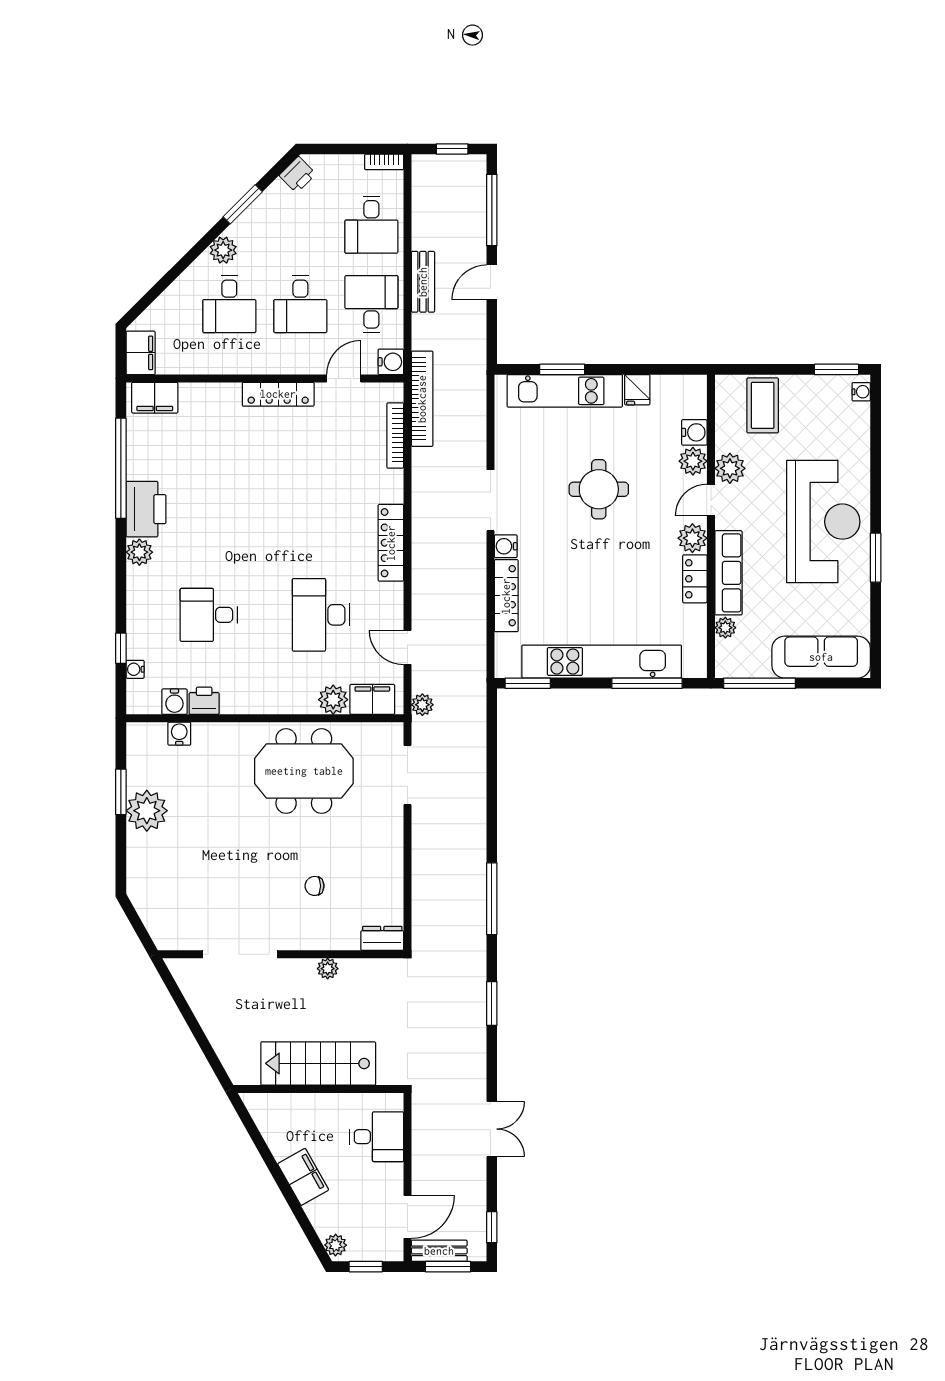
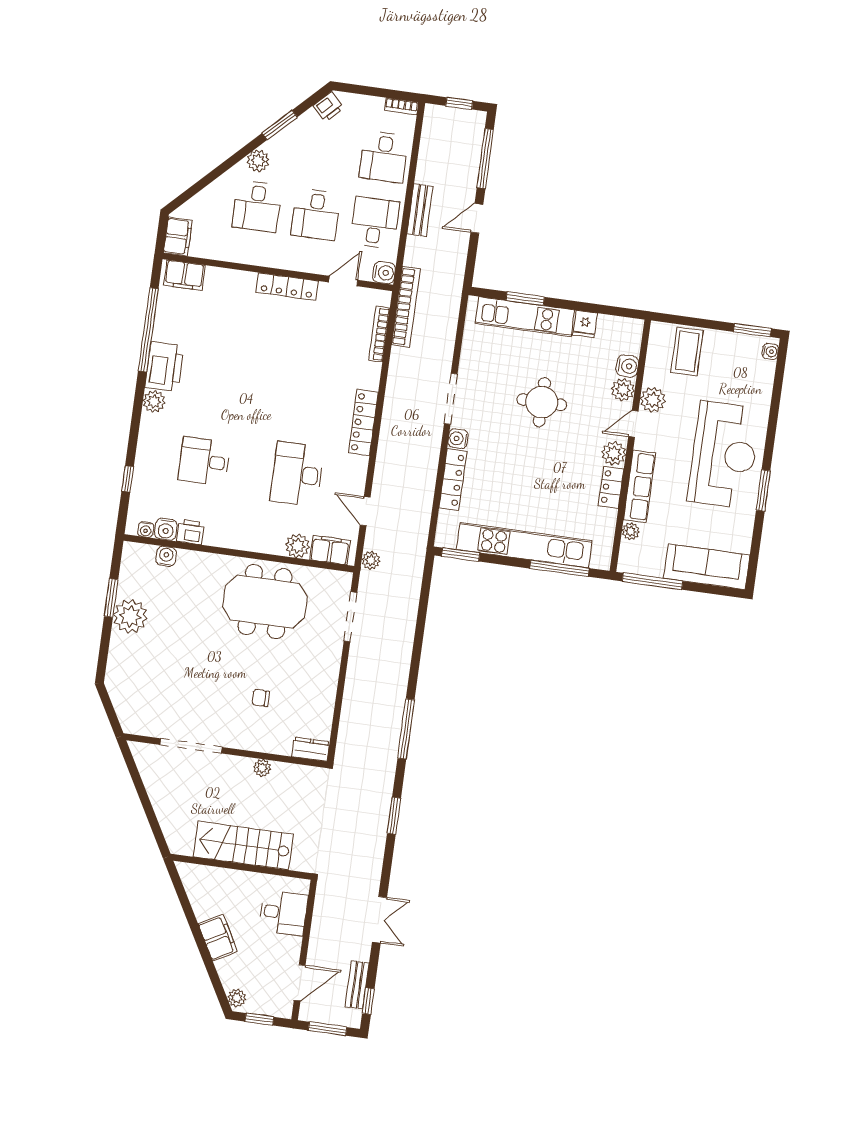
water cooler: (135, 669) -> (146, 530), moved, turned -90
bench: (439, 1251) -> (357, 985), moved, turned 90

